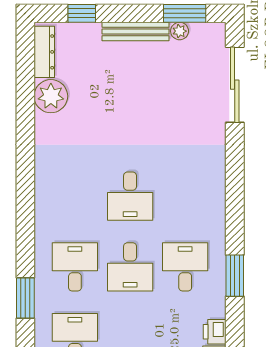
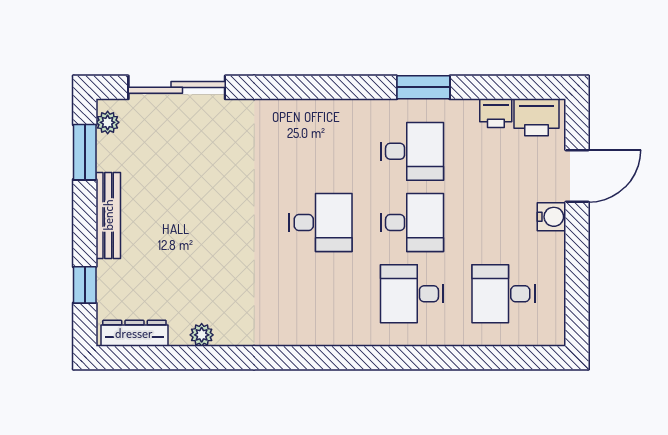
plant: (180, 31) -> (108, 122), moved
plant: (51, 96) -> (202, 335), width x0.53, depth x0.53
desk: (185, 267) -> (412, 151), turned 180
window: (25, 298) -> (452, 358), removed

